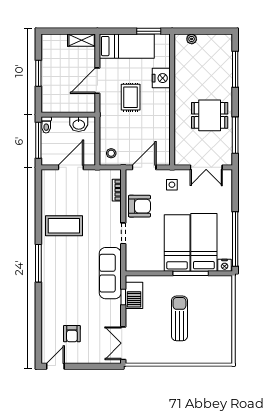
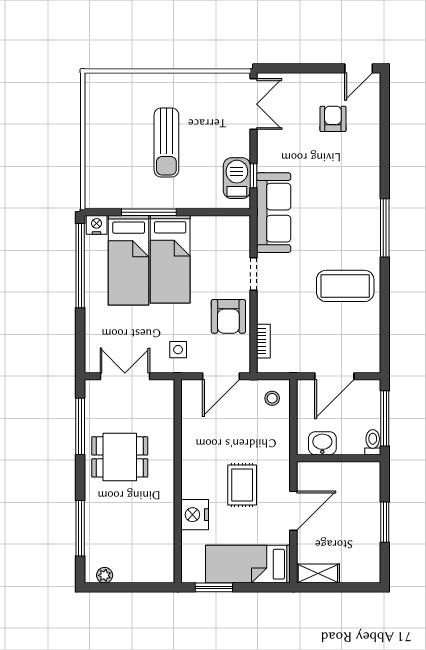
plant: (192, 39) -> (105, 575), moved
armchair: (139, 206) -> (228, 316), turned -90

